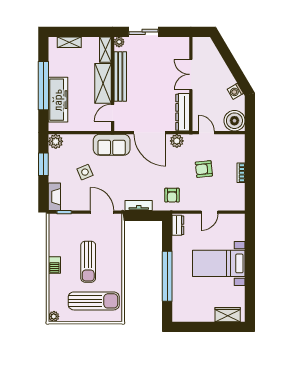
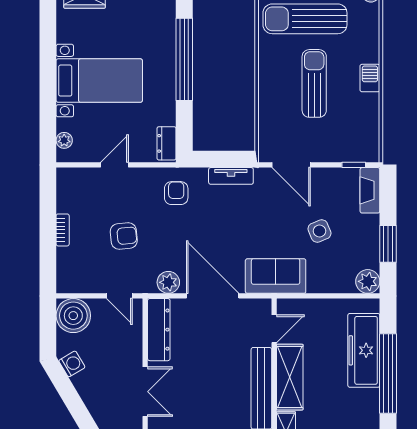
plant: (240, 227) -> (64, 140), added

